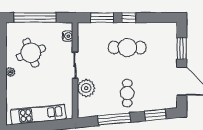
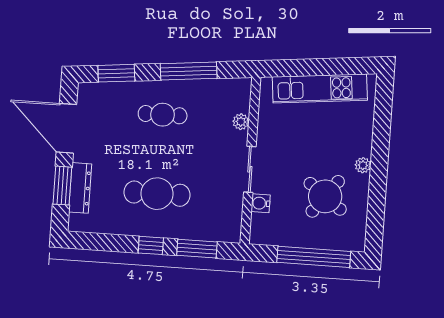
water cooler: (68, 36) -> (261, 203), moved
dresser: (171, 48) -> (80, 188), added
round table: (31, 53) -> (325, 196), turned -32
plant: (86, 88) -> (241, 122), width x0.53, depth x0.53
cafe table: (127, 93) -> (163, 115), turned 90

